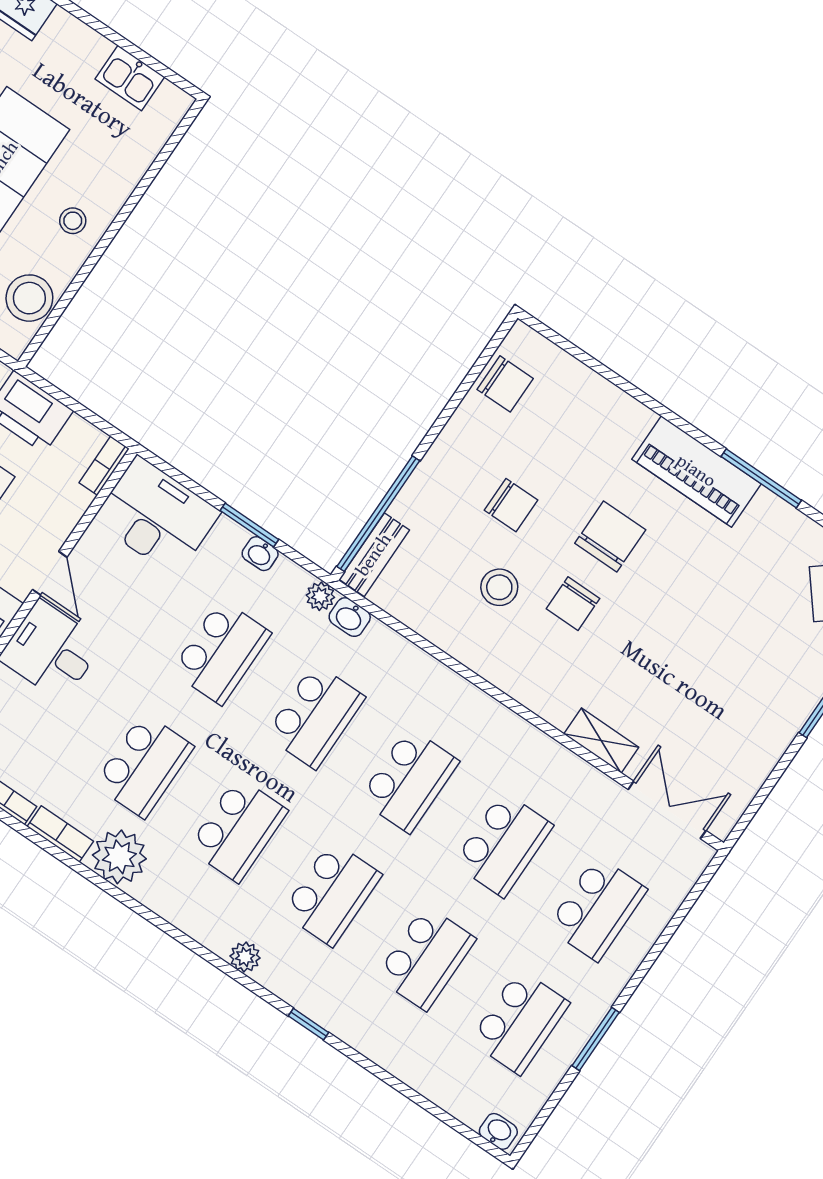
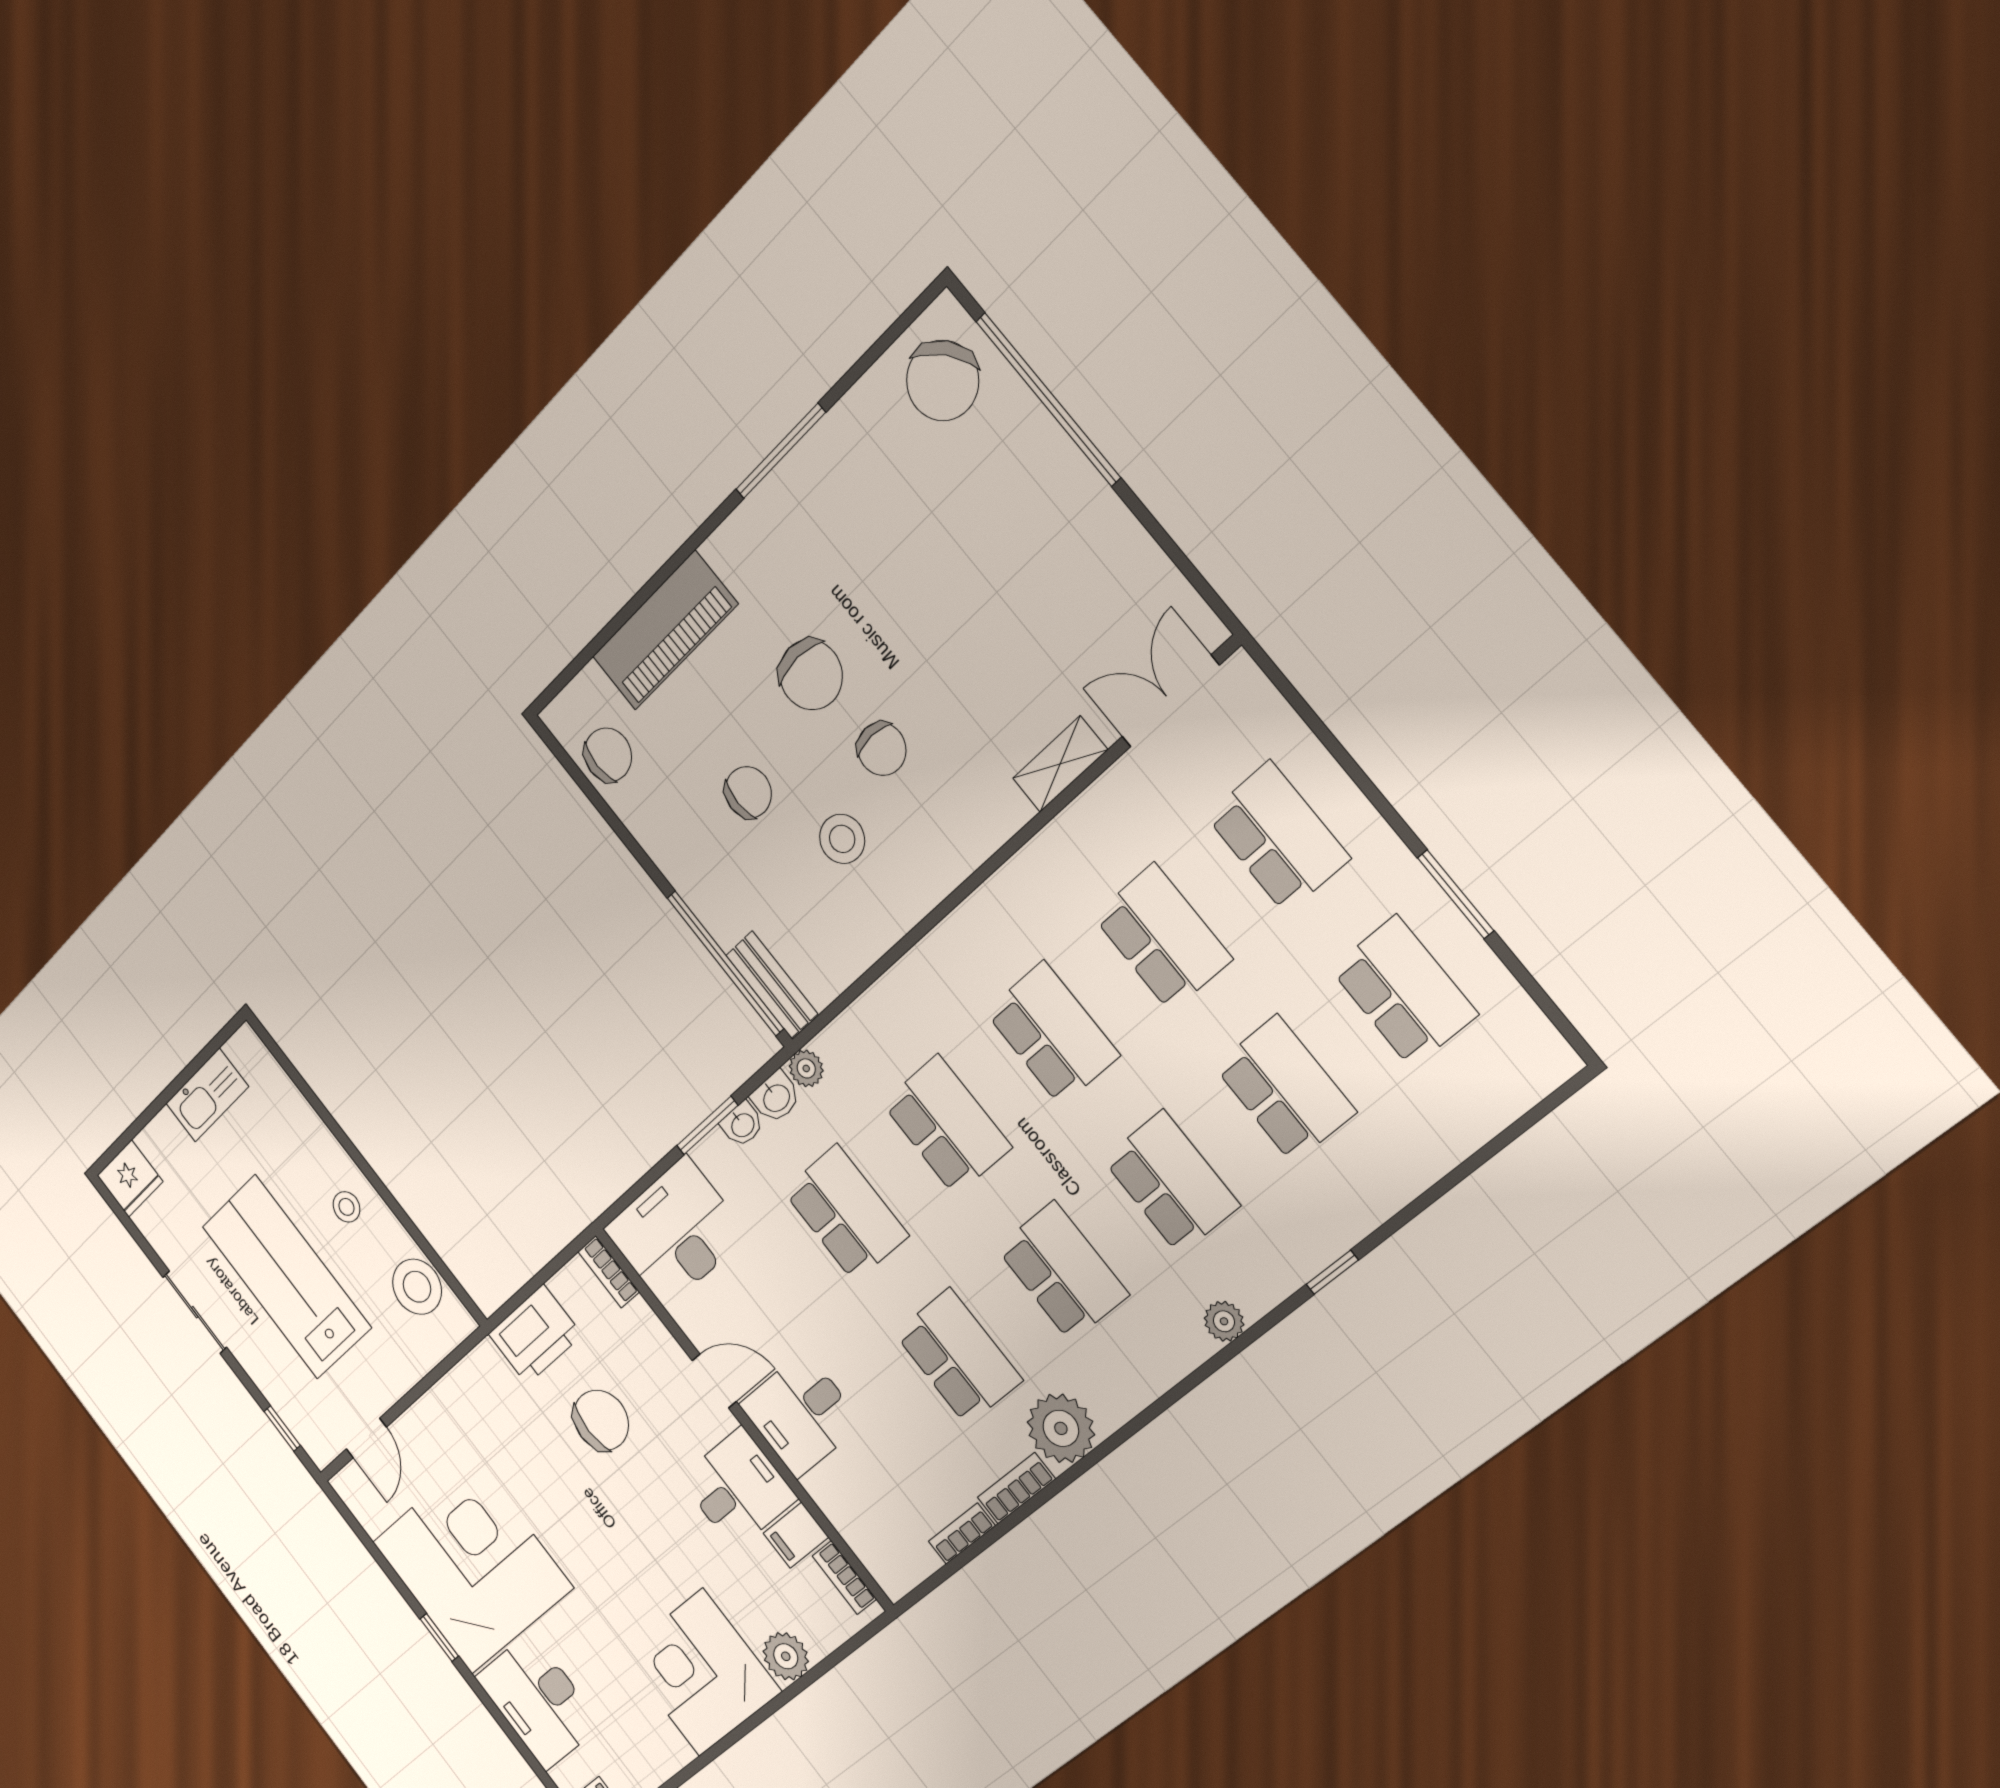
kitchen sink: (130, 78) -> (207, 1095), width x1.38
piano: (696, 471) -> (665, 631), moved
chair: (610, 536) -> (811, 675), turned 180
washbasin: (350, 617) -> (776, 1097), moved
washbasin: (498, 1131) -> (1548, 1070), removed

